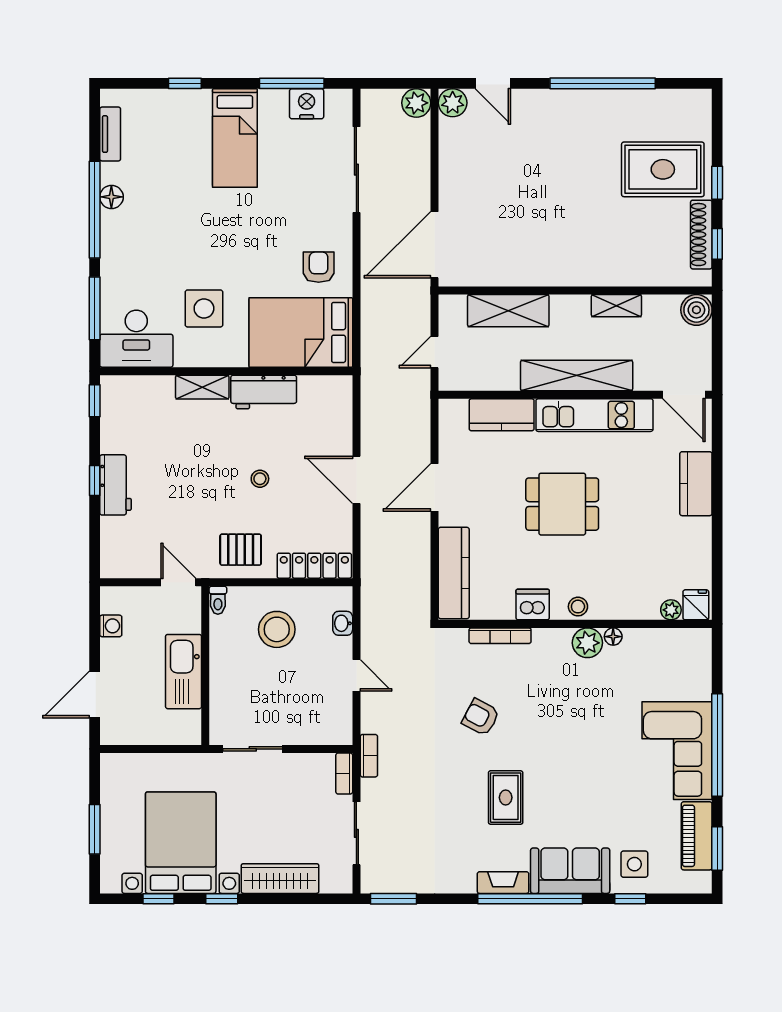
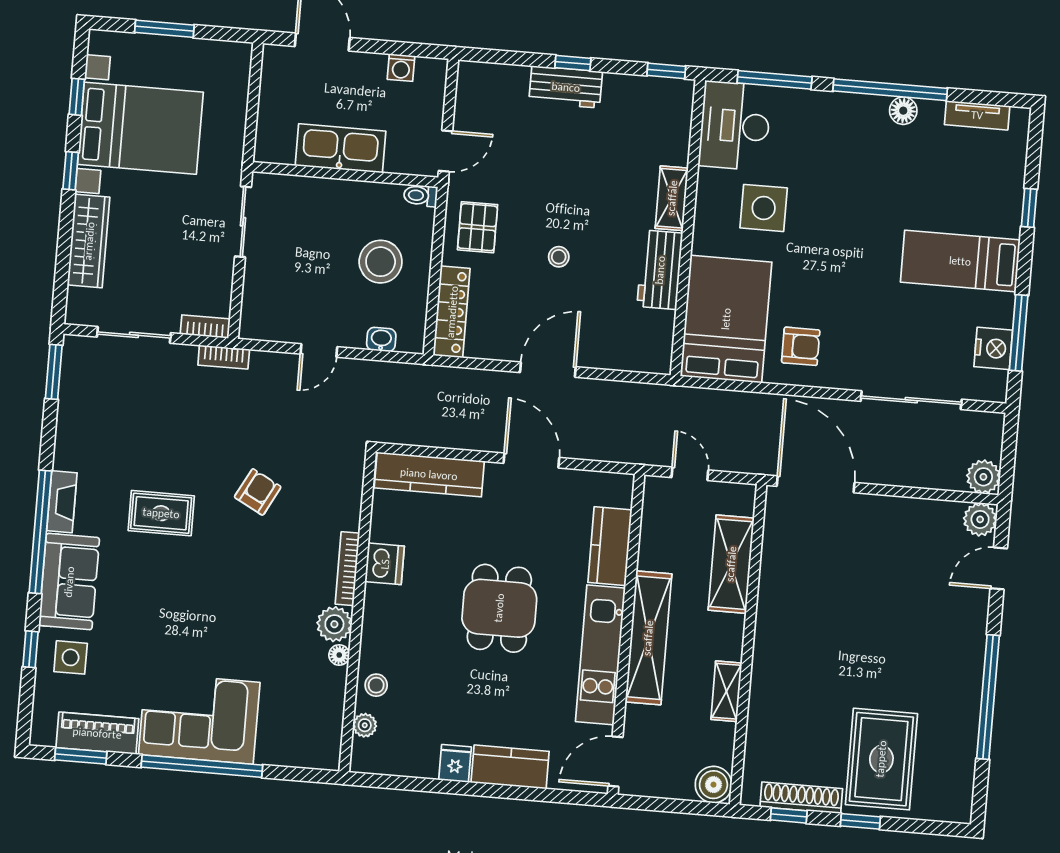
fridge: (696, 605) -> (455, 763), moved, turned -90
stool: (578, 607) -> (376, 685), moved
bookcase: (500, 636) -> (347, 569), moved

